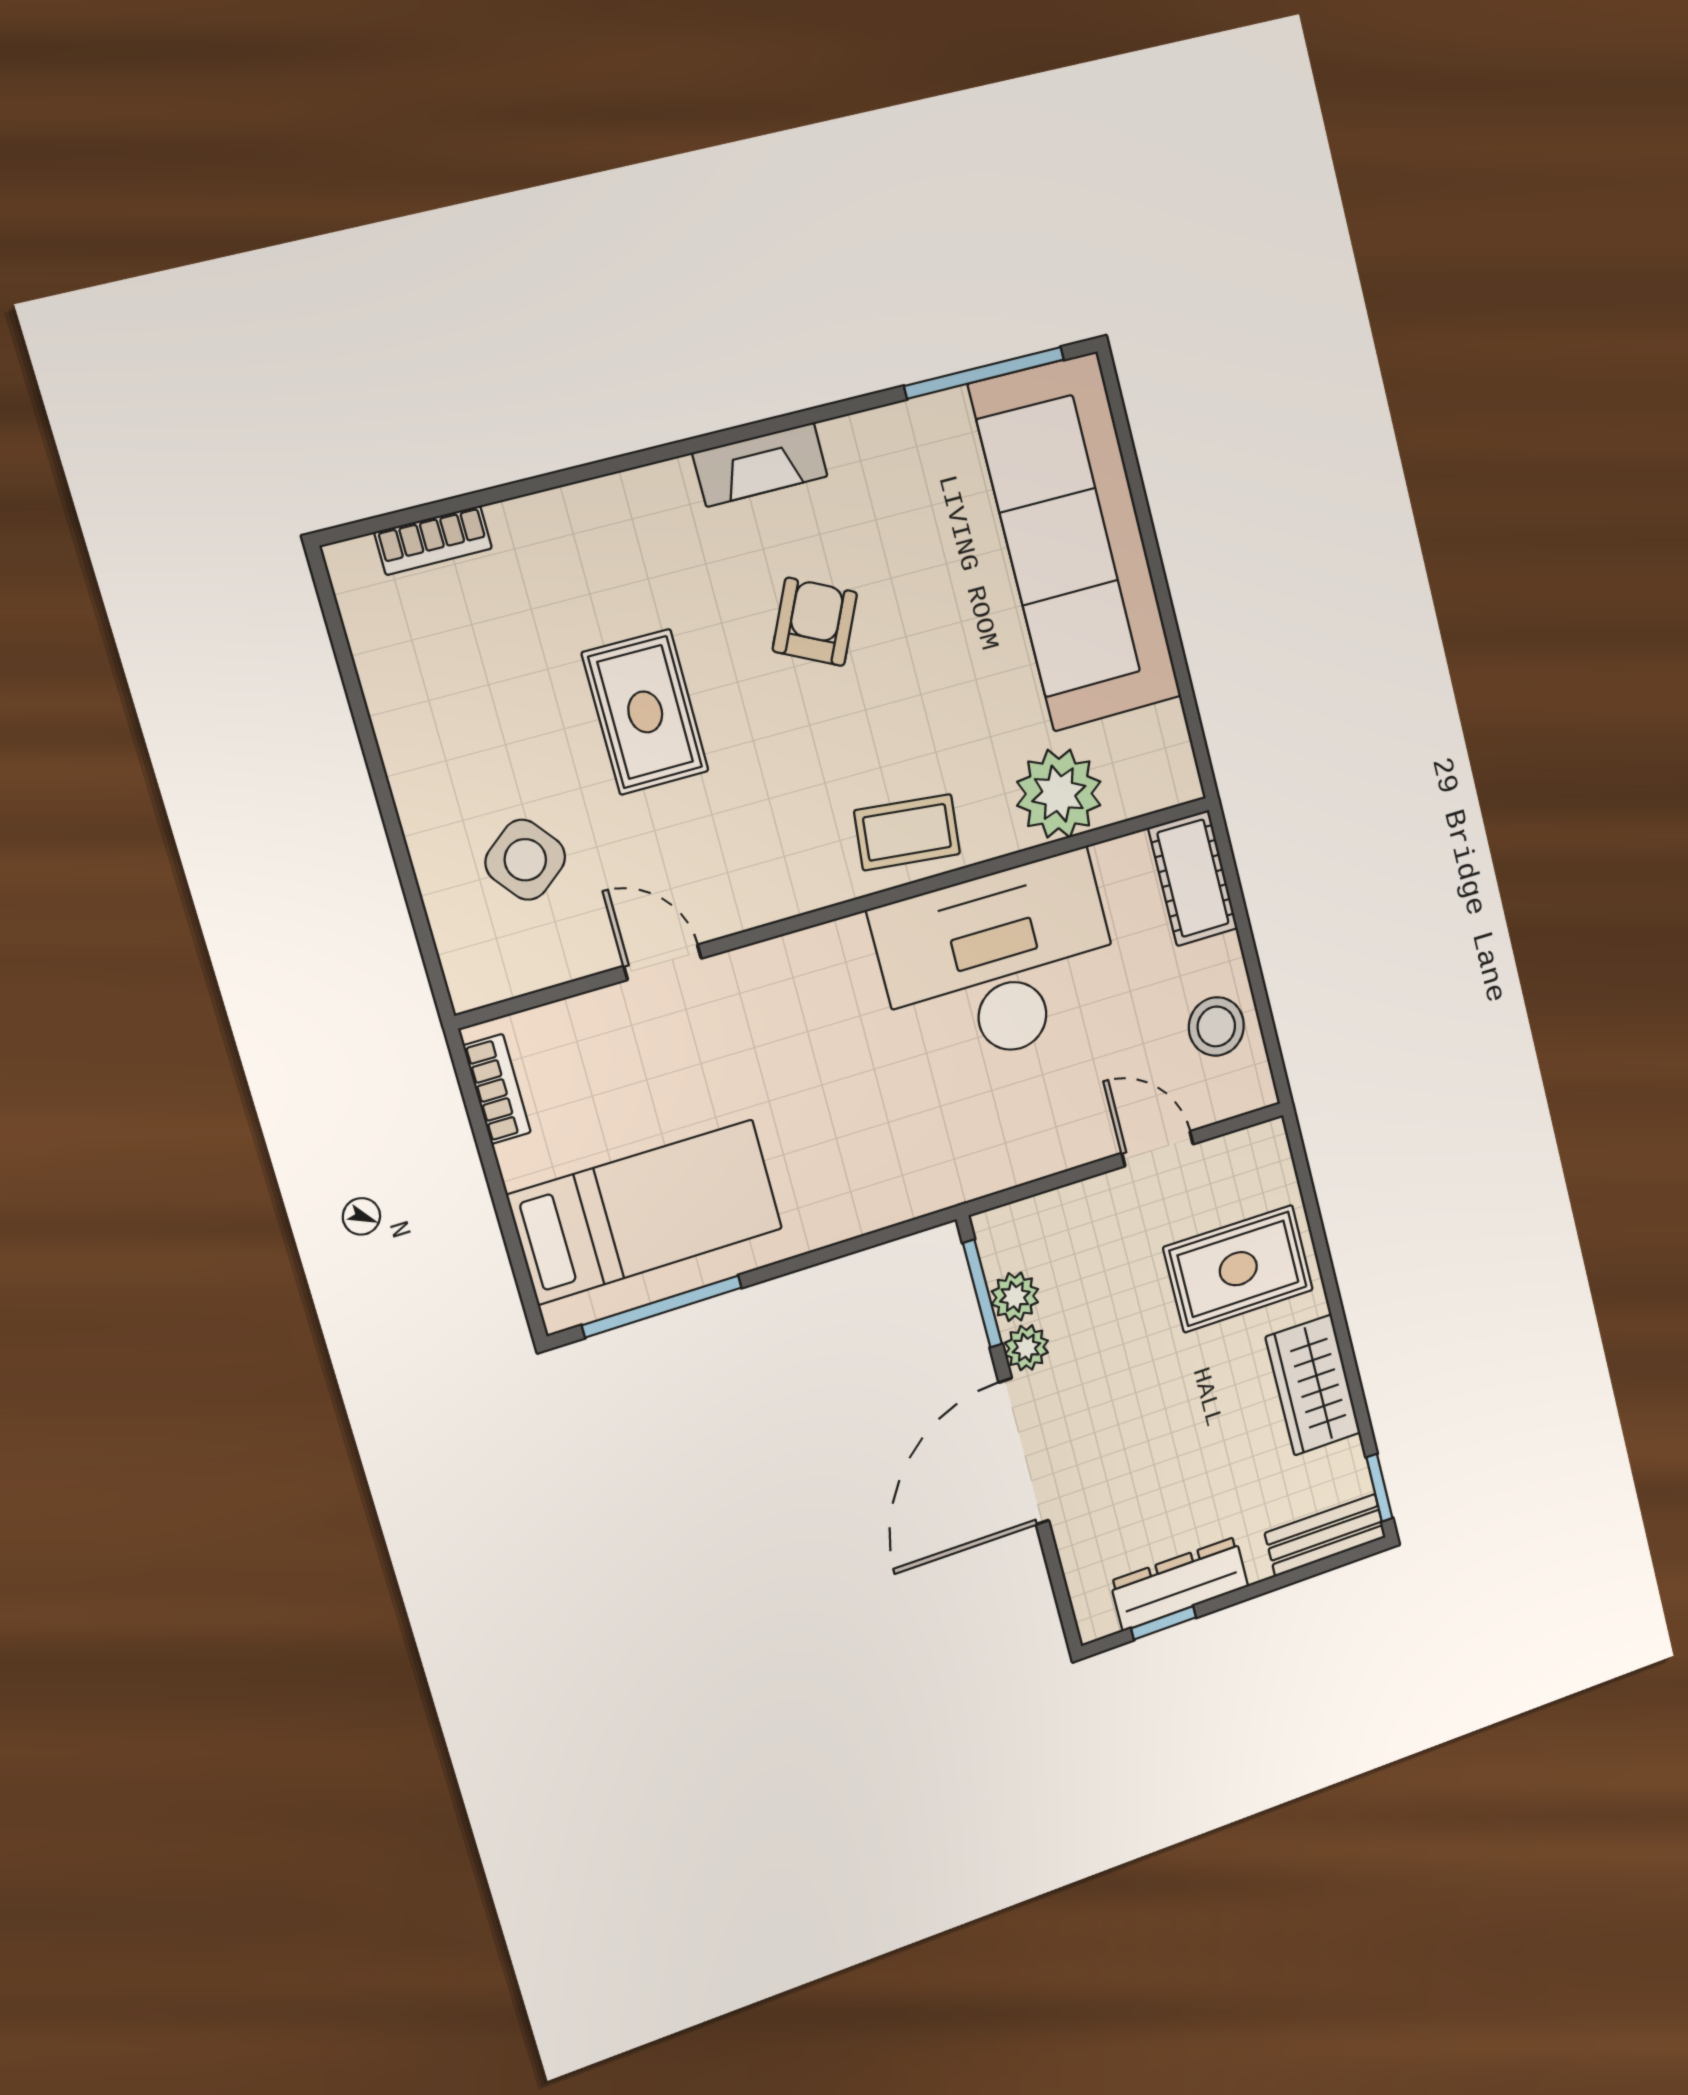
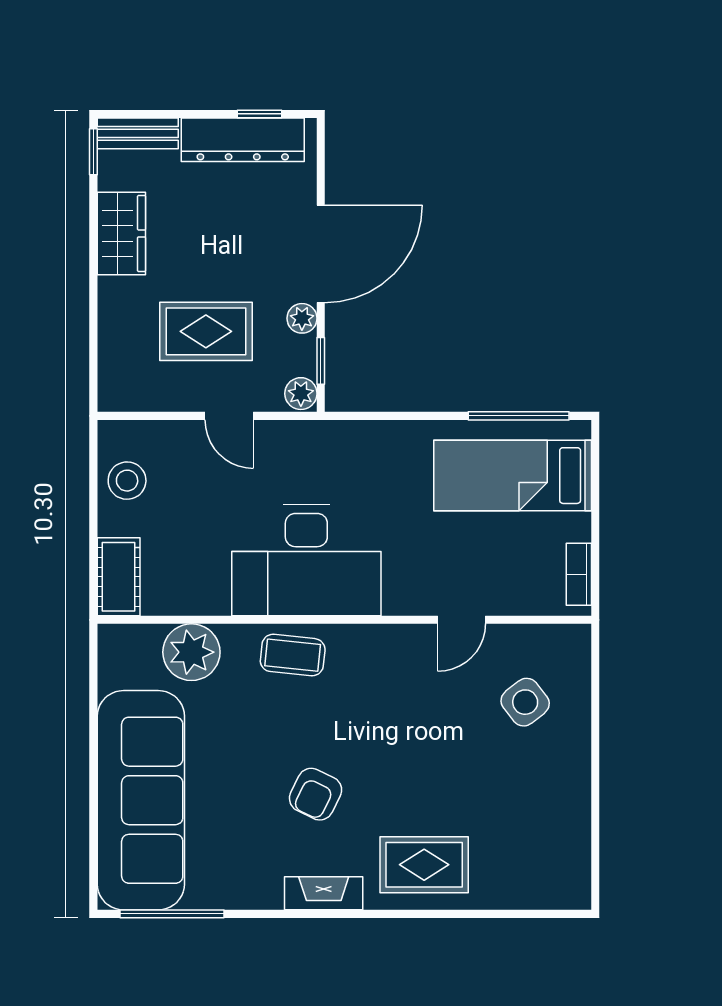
bookcase: (433, 540) -> (526, 897), removed
rug: (645, 712) -> (424, 865), moved, turned 90
door: (663, 962) -> (462, 620), hinge flipped
desk: (999, 963) -> (306, 560), moved
door: (1157, 1149) -> (229, 416), moved
rug: (1238, 1269) -> (206, 331), moved
window: (982, 1294) -> (321, 361), width x0.67
plant: (1015, 1297) -> (301, 394), moved
dresser: (1179, 1584) -> (243, 140), width x1.37, depth x1.24

